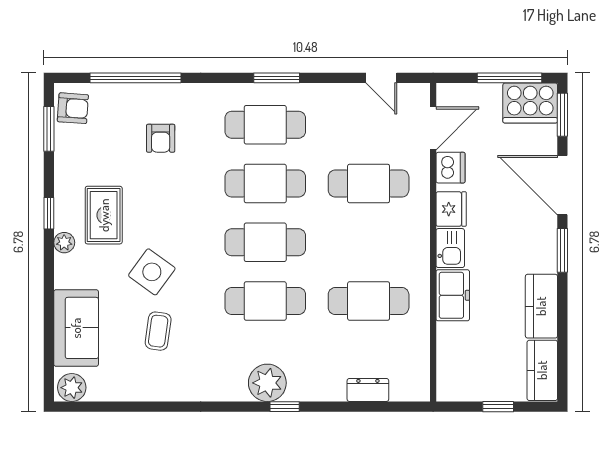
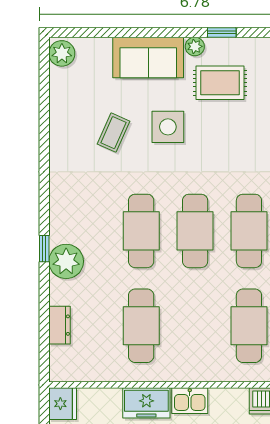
fridge: (451, 209) -> (63, 404), moved, turned -90
side table: (152, 272) -> (168, 127), turned -36
sofa: (76, 328) -> (148, 57), moved
coffee table: (158, 331) -> (114, 133), turned -74
plant: (267, 383) -> (66, 261), moved

